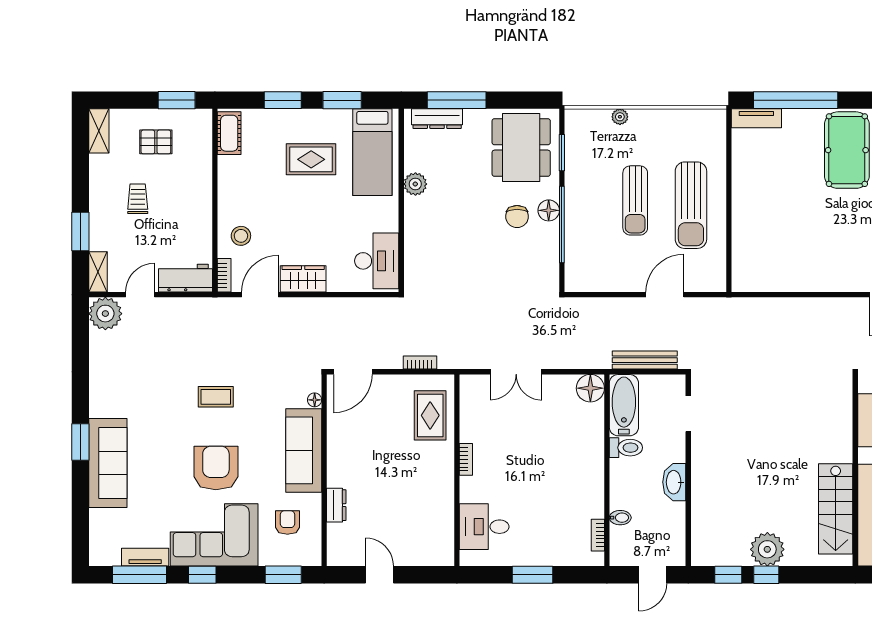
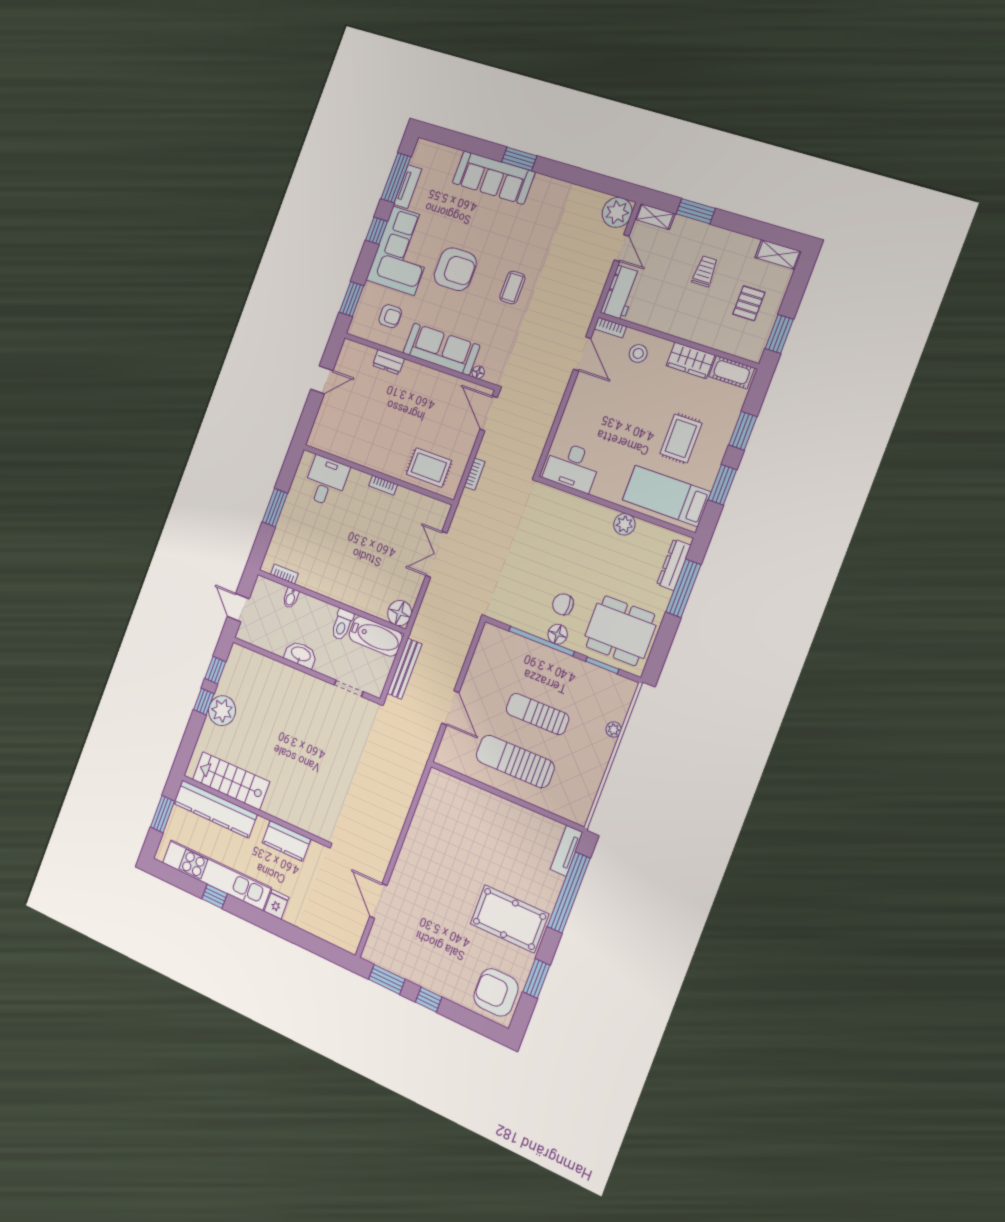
trolley: (138, 199) -> (705, 271), turned -90
wardrobe: (303, 279) -> (690, 360), moved, turned 90

